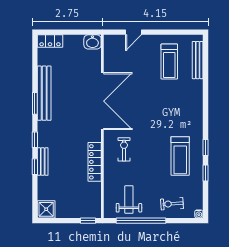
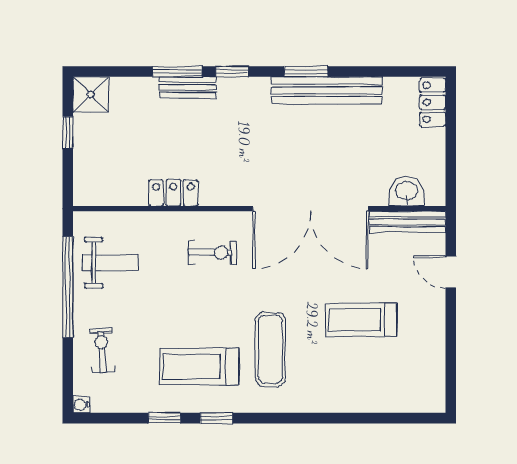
washbasin: (92, 42) -> (407, 191), moved, turned 90
bench: (198, 60) -> (407, 222), moved
treadmill: (169, 62) -> (361, 320), moved
exercise mat: (172, 121) -> (270, 349), added
locker: (95, 162) -> (173, 193), width x0.66
window: (35, 167) -> (177, 71), width x1.50
window: (88, 221) -> (68, 132), moved

